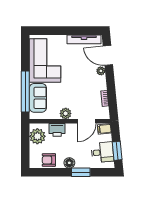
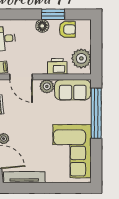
sofa: (38, 98) -> (73, 90), moved, turned -90
door: (87, 121) -> (21, 77), swing flipped
window: (81, 172) -> (53, 14), moved

